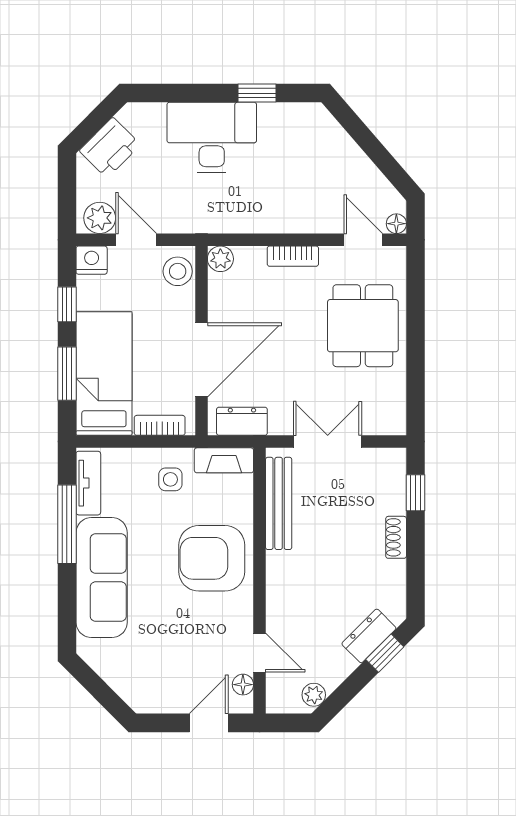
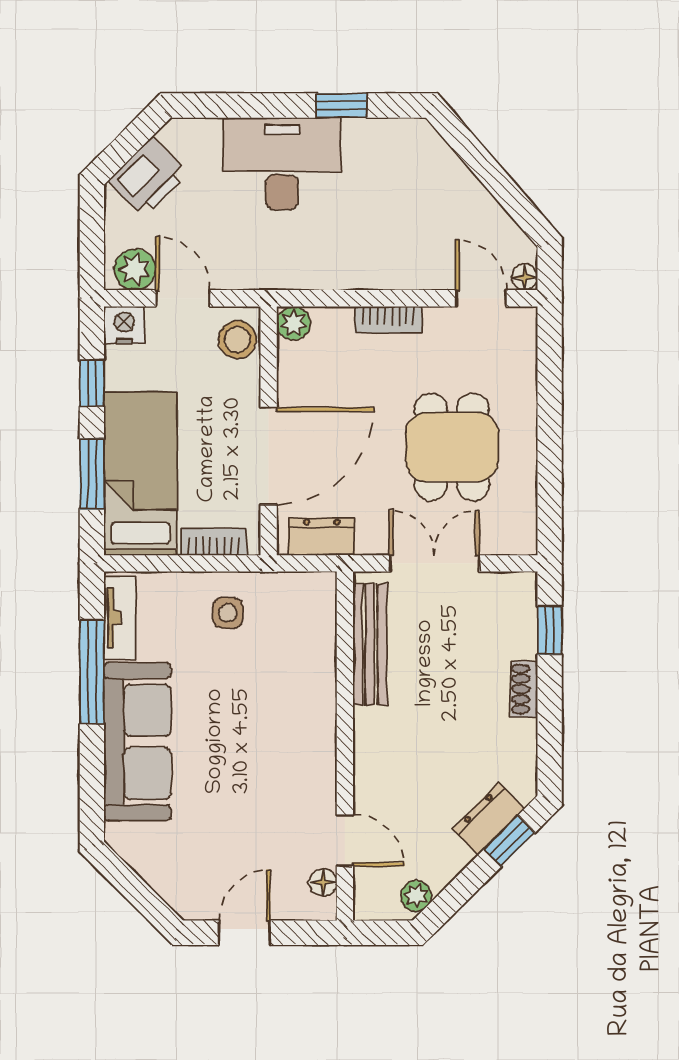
dining table: (363, 326) -> (452, 447), moved
fireplace: (224, 460) -> (298, 588), removed
armchair: (212, 558) -> (282, 717), removed
door: (209, 723) -> (244, 933), moved

